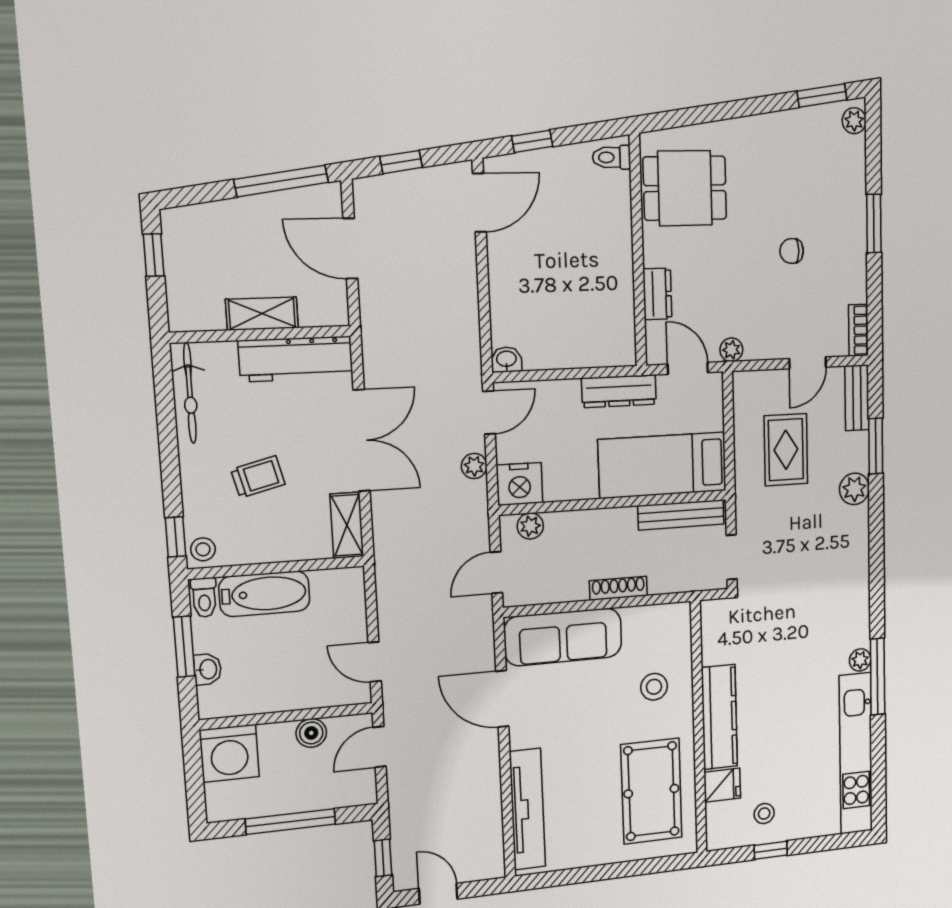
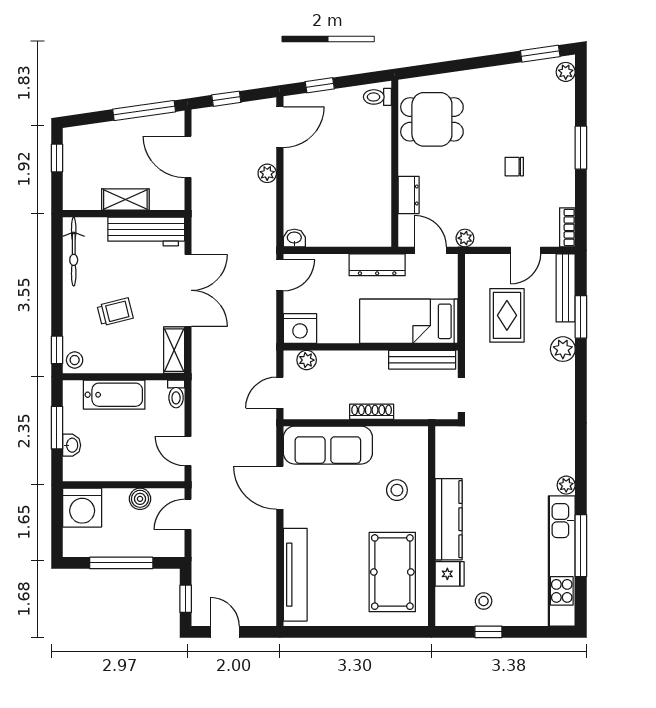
bench: (857, 398) -> (566, 288), width x1.36
plant: (474, 466) -> (267, 173), moved
toilet: (204, 598) -> (176, 394), moved
window: (878, 677) -> (581, 546), moved

